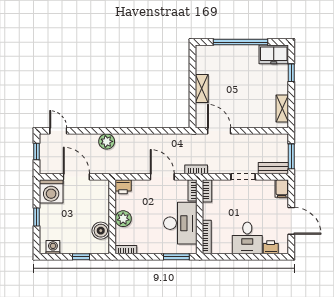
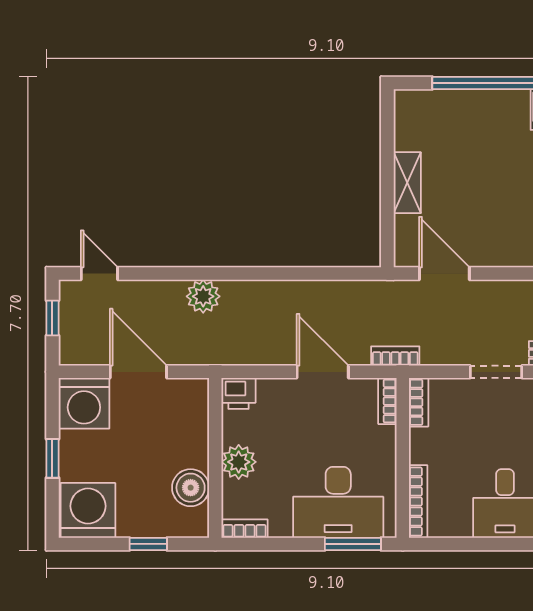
desk: (180, 223) -> (338, 502), moved, turned 90
washing machine: (53, 247) -> (88, 510), width x1.89, depth x1.89

